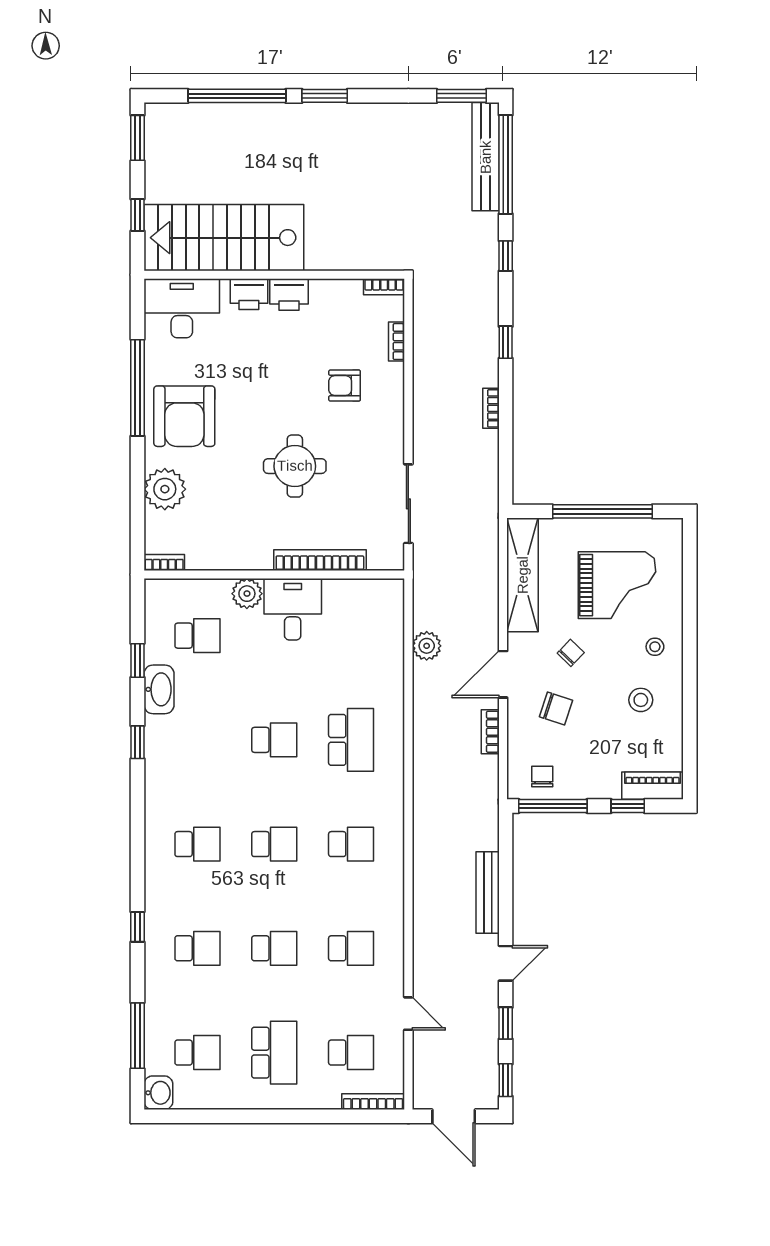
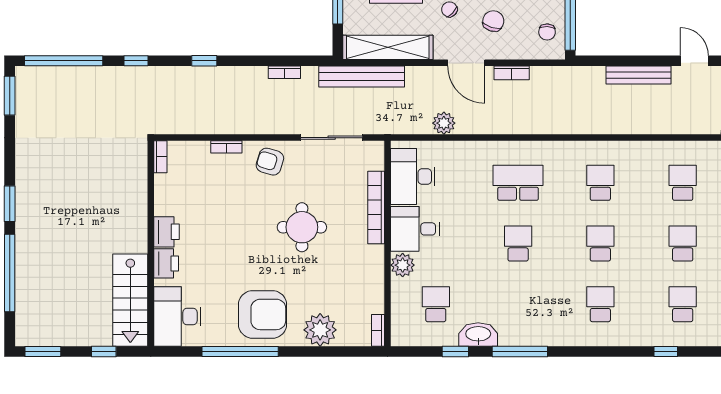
bench: (486, 157) -> (362, 77), moved
stairs: (224, 238) -> (130, 300), width x0.73, depth x0.66
bookcase: (397, 342) -> (226, 147), moved
armchair: (345, 386) -> (270, 162), moved, turned 107
bookcase: (491, 408) -> (284, 72), moved
desk: (359, 607) -> (413, 177), added
window: (137, 742) -> (520, 351), width x2.17
chair: (542, 777) -> (547, 32), turned -87

